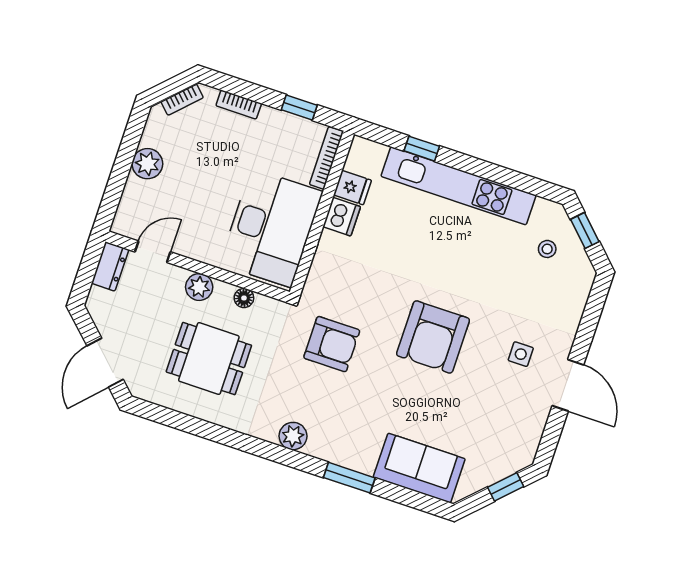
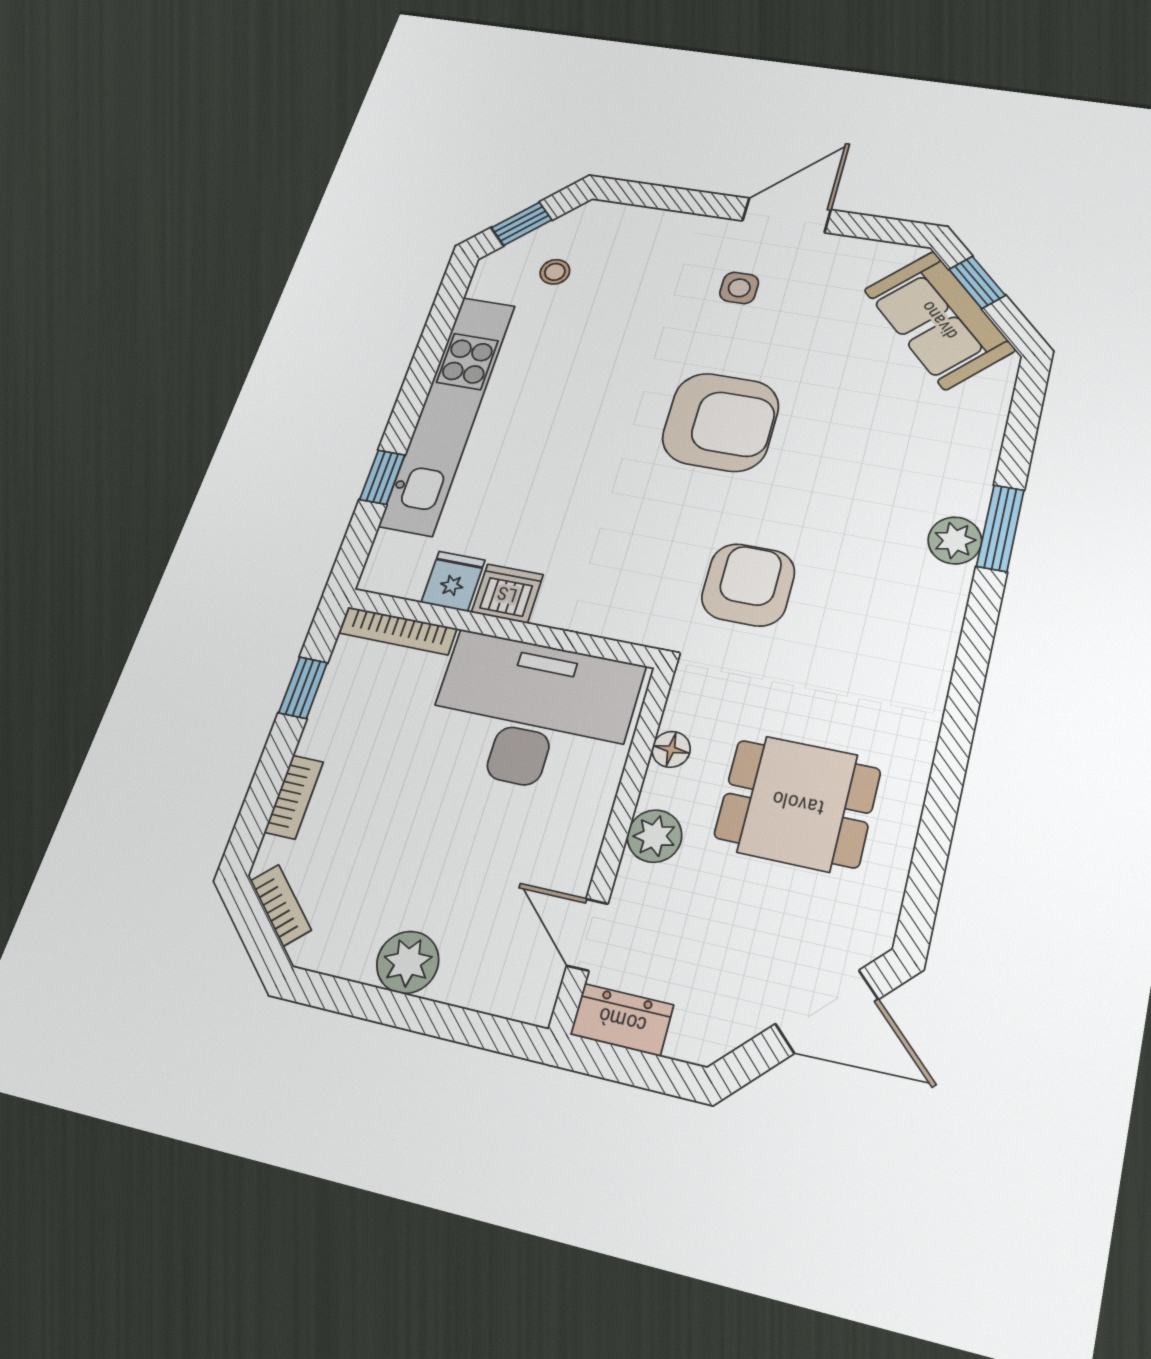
dining table: (209, 359) -> (798, 803), turned 90
plant: (293, 436) -> (955, 540), moved
sofa: (419, 468) -> (939, 320), moved, turned -45

